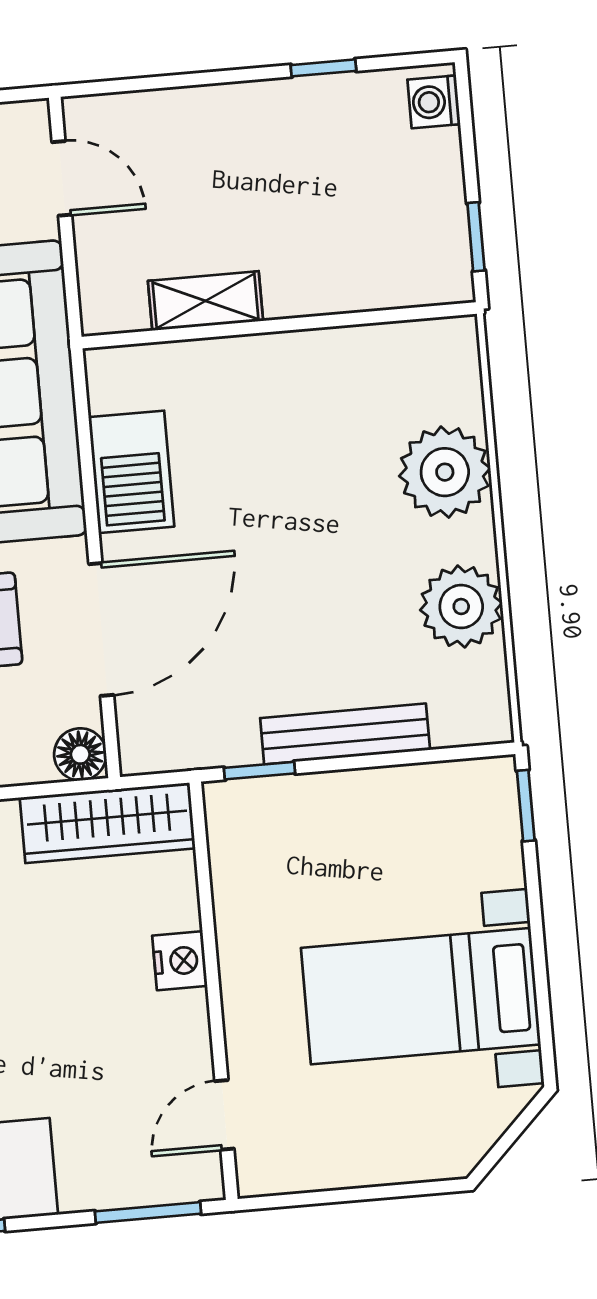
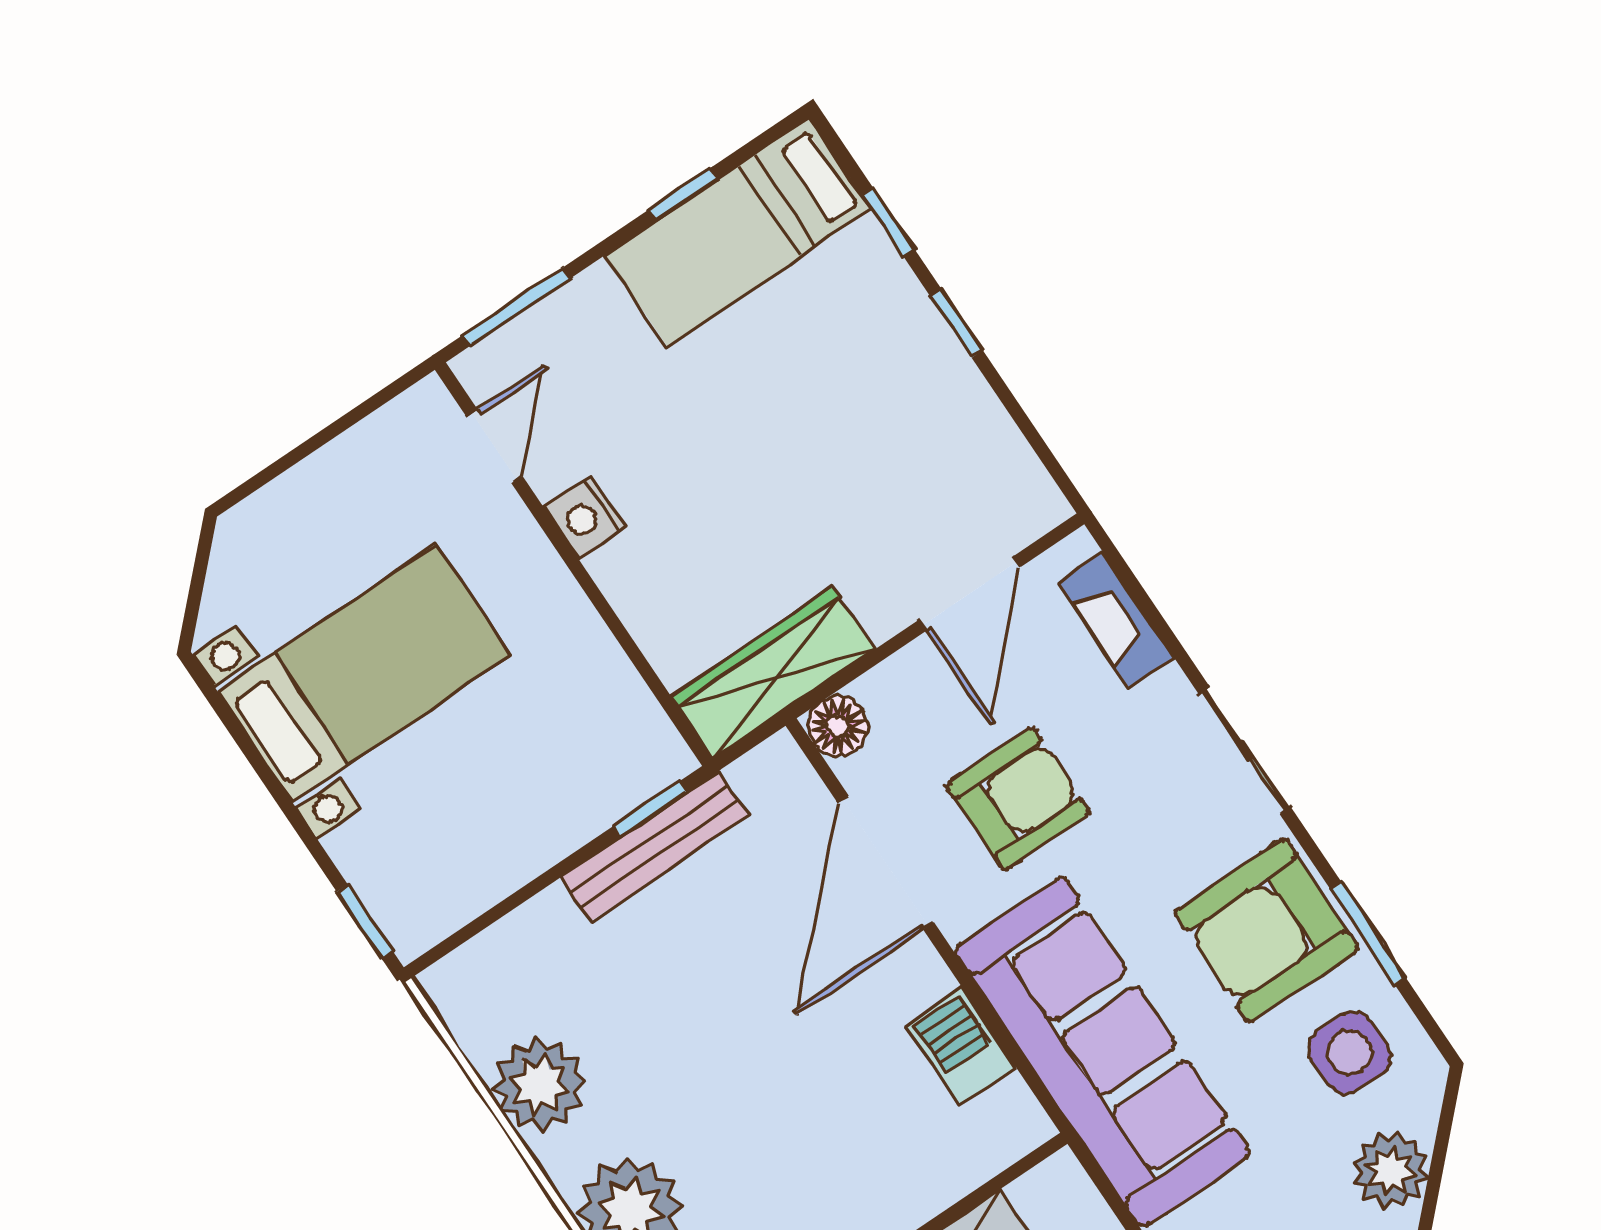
barbecue: (131, 472) -> (961, 1047), width x0.73, depth x0.79
bench: (345, 734) -> (654, 846), moved
nightstand: (180, 961) -> (585, 518), moved

